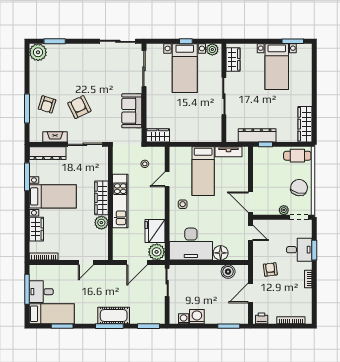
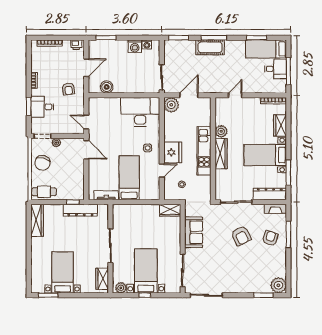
fireplace: (55, 137) -> (275, 209), moved
fridge: (155, 231) -> (173, 152), moved
floor lamp: (221, 253) -> (113, 104), removed

